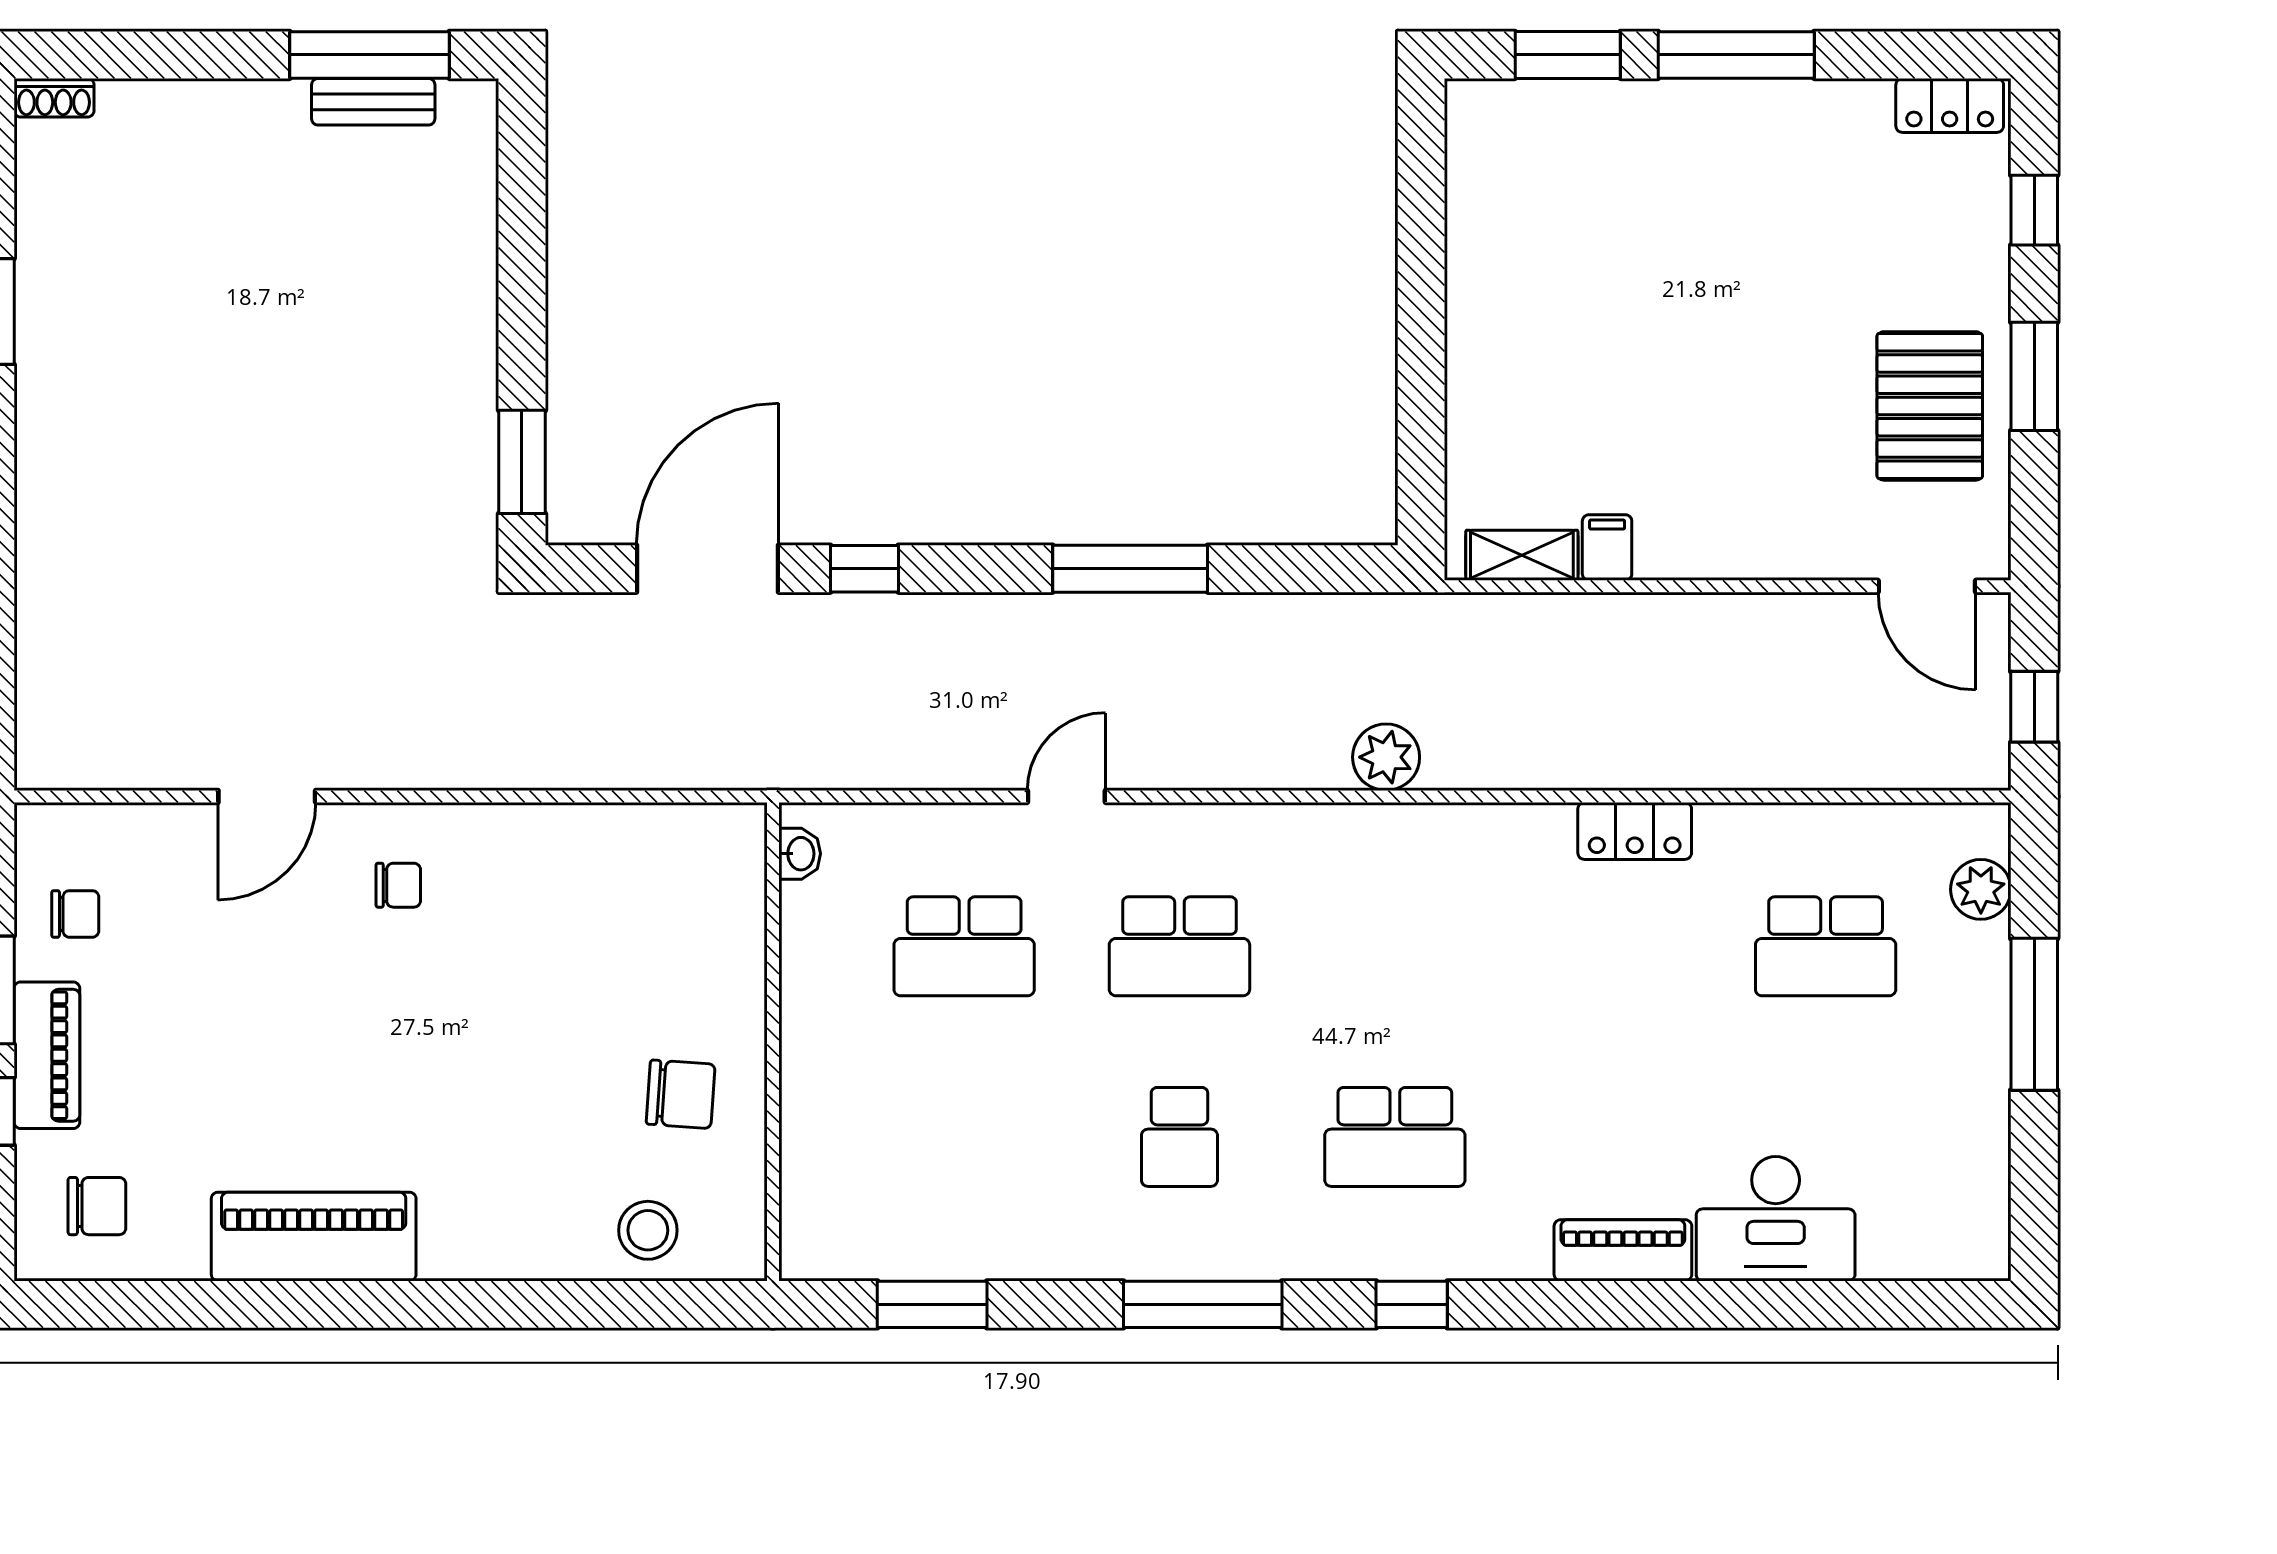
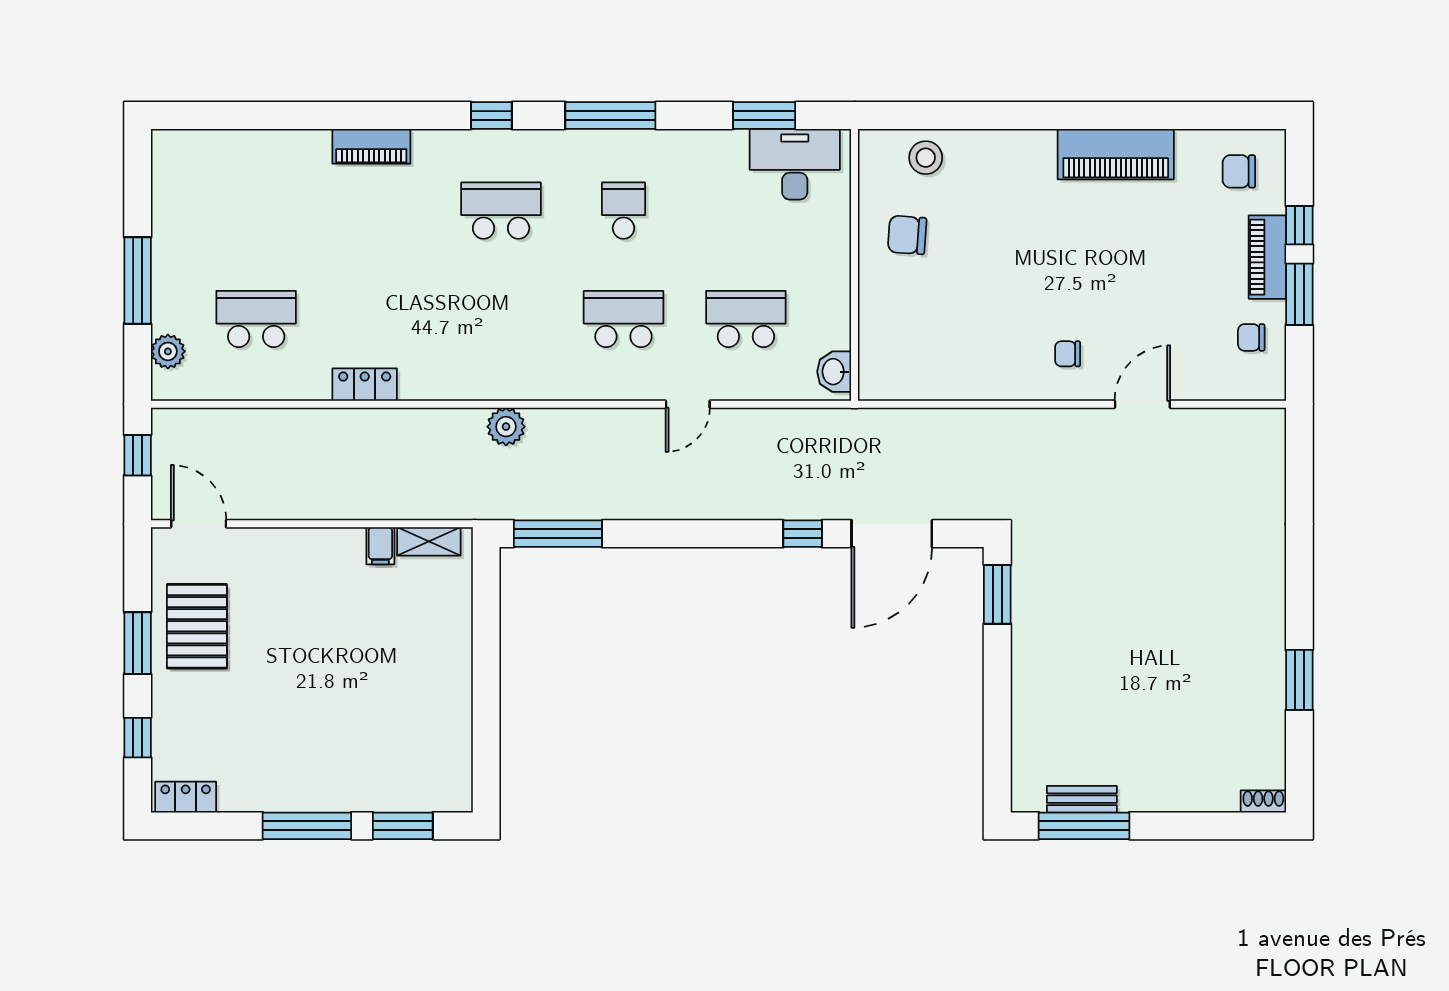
window: (1130, 569) -> (558, 534), moved
washbasin: (800, 854) -> (834, 372), width x1.38, depth x1.45
desk: (1776, 1219) -> (795, 164), moved

